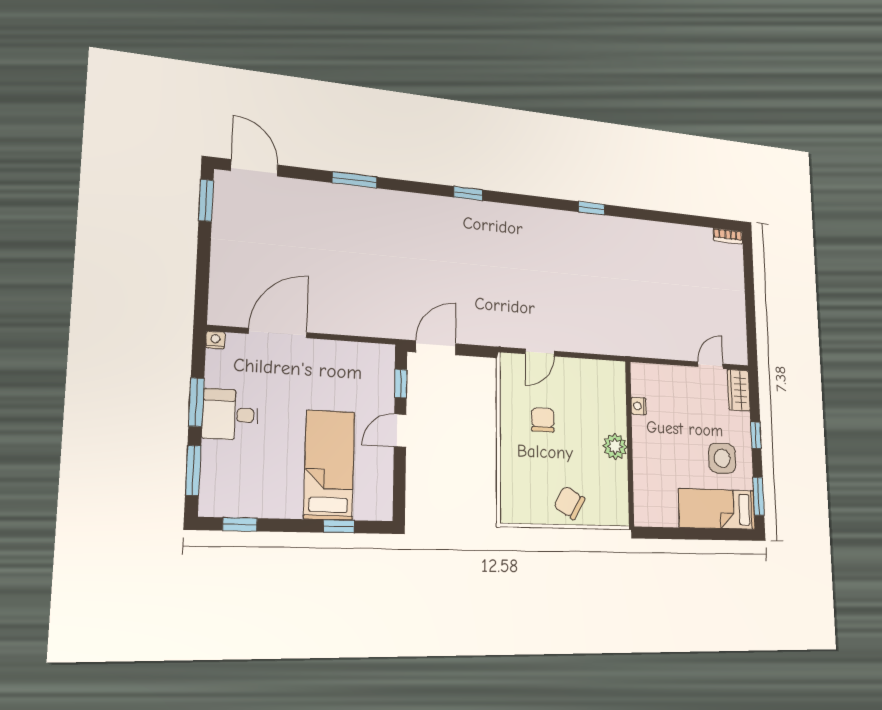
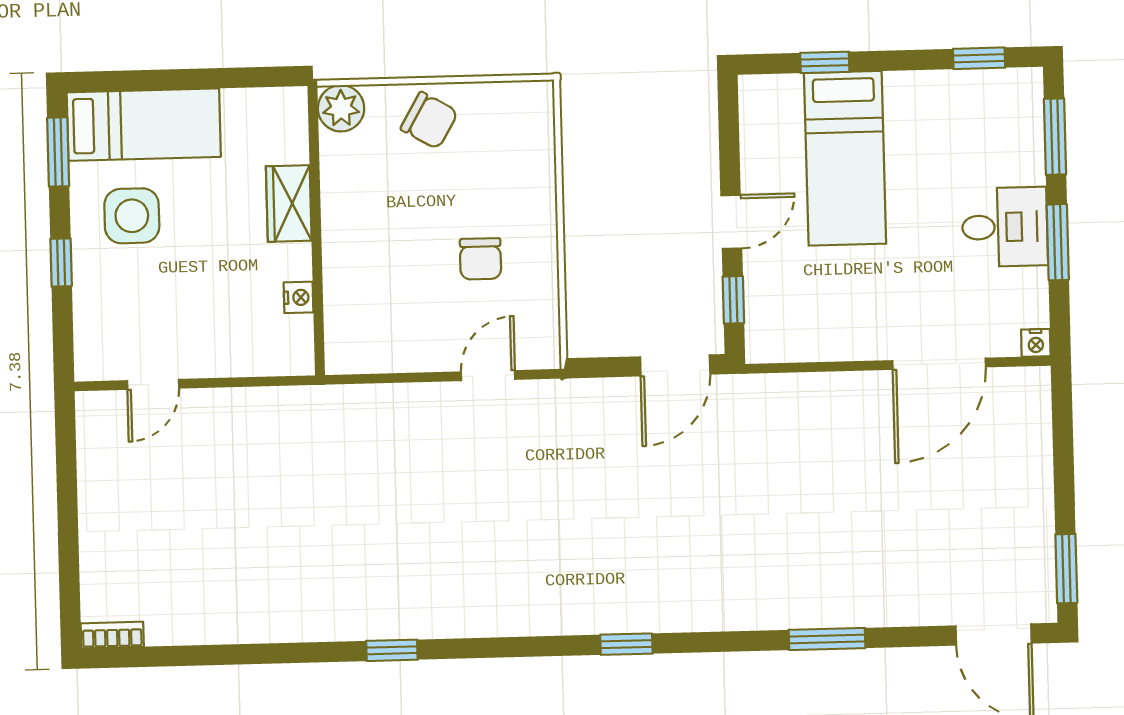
wardrobe: (739, 390) -> (289, 204), moved, turned 180
plant: (615, 446) -> (341, 108), moved

